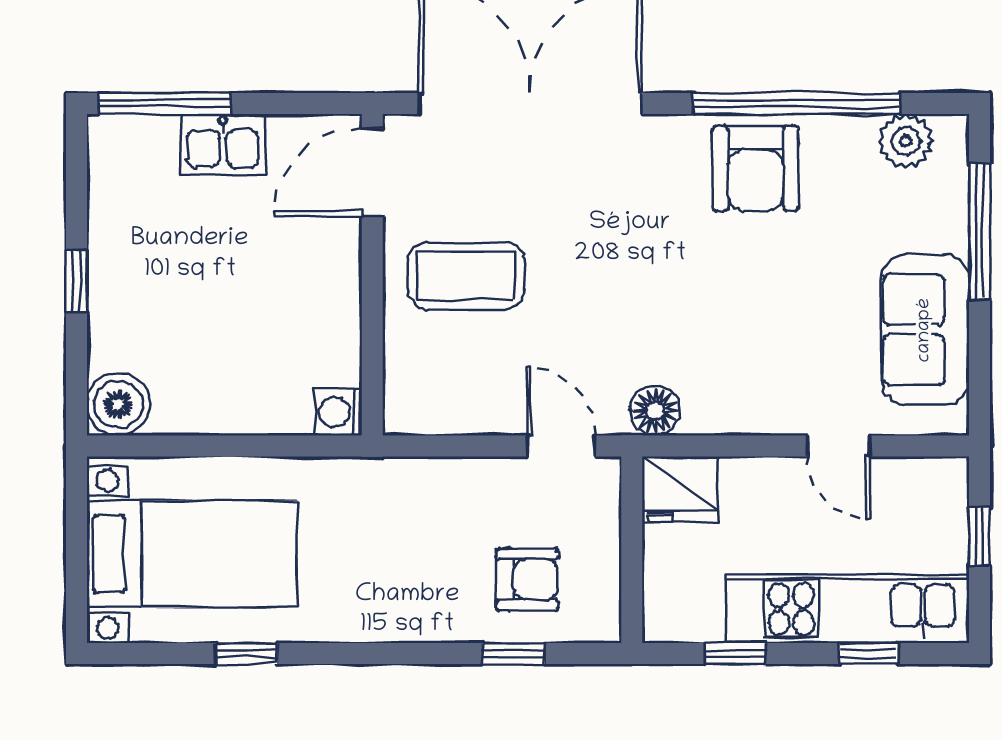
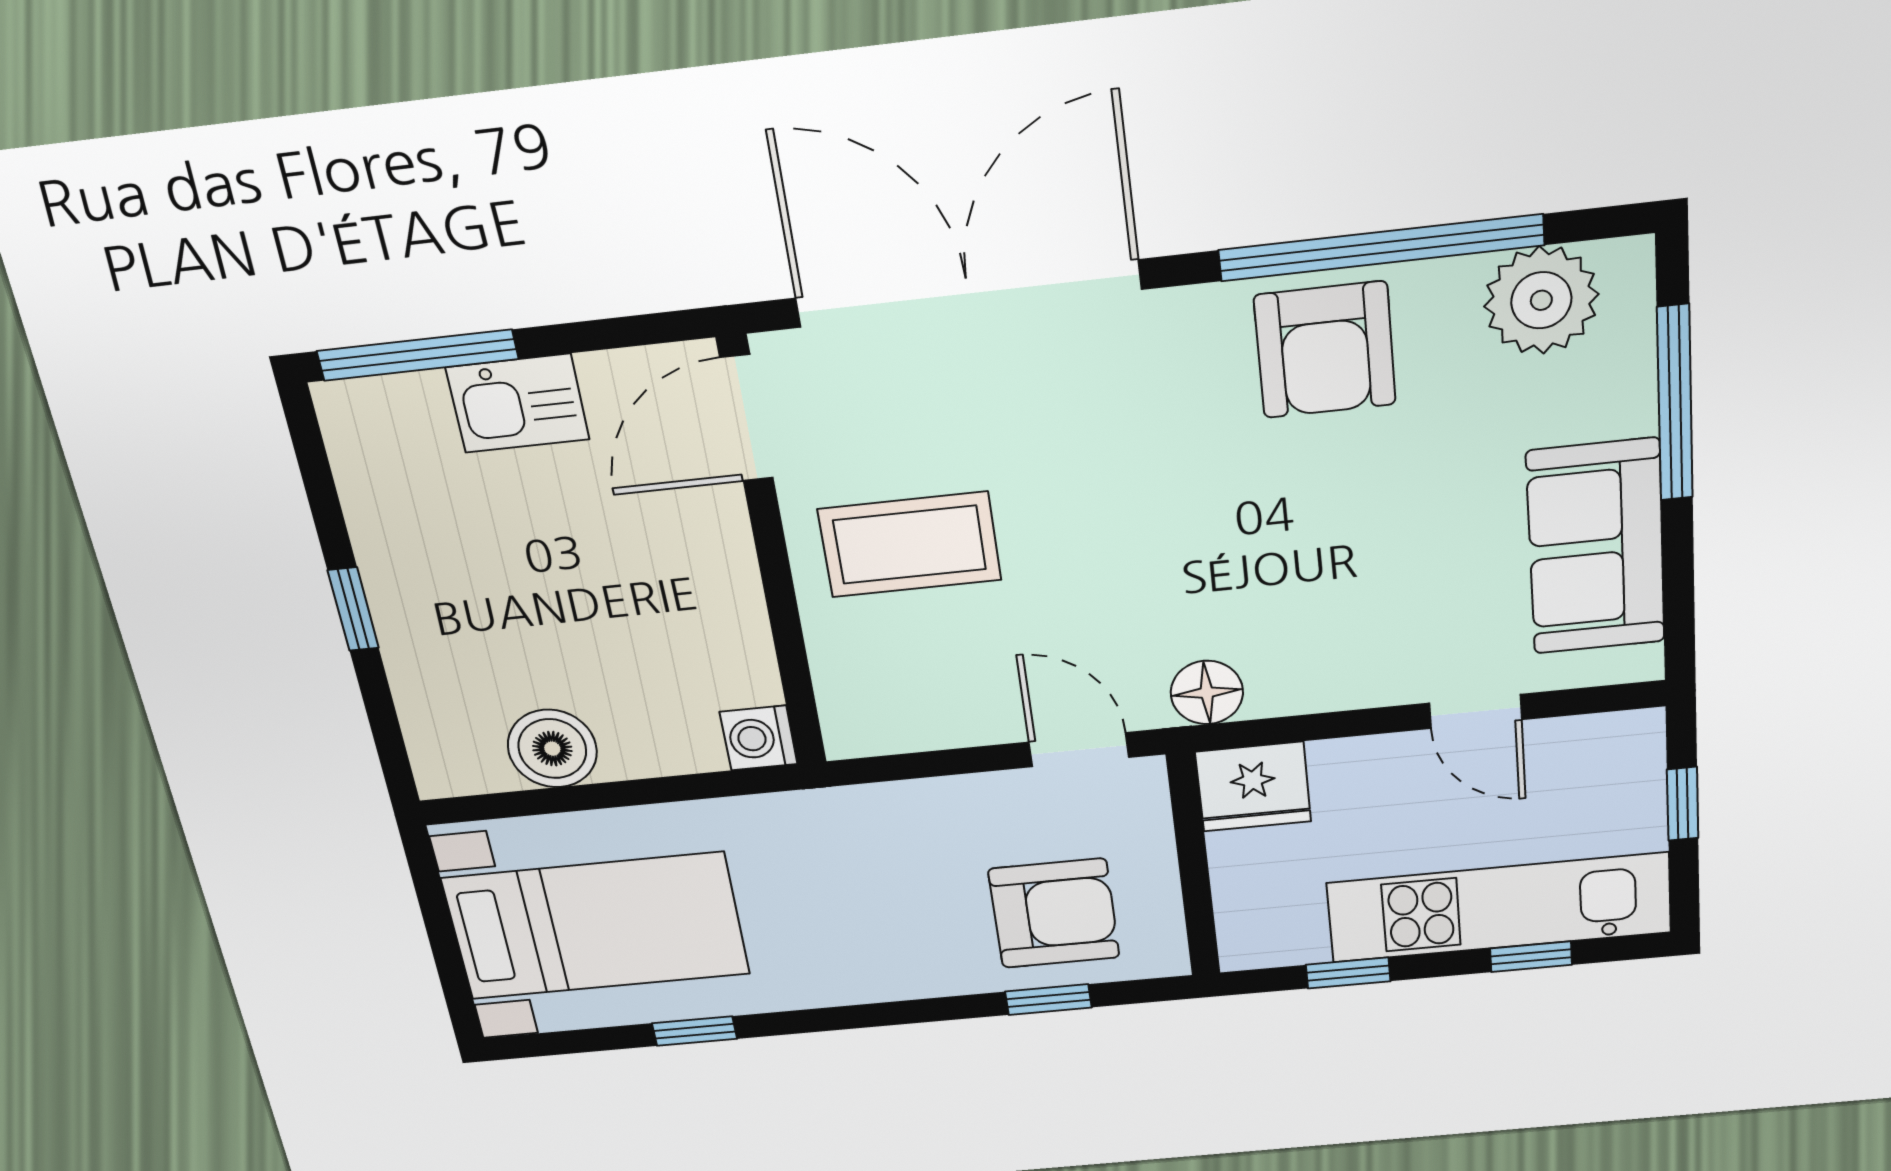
plant: (906, 141) -> (1541, 300), width x1.36, depth x1.36
boiler: (118, 404) -> (552, 749), moved
armchair: (527, 579) -> (1054, 913), width x1.38, depth x1.38

